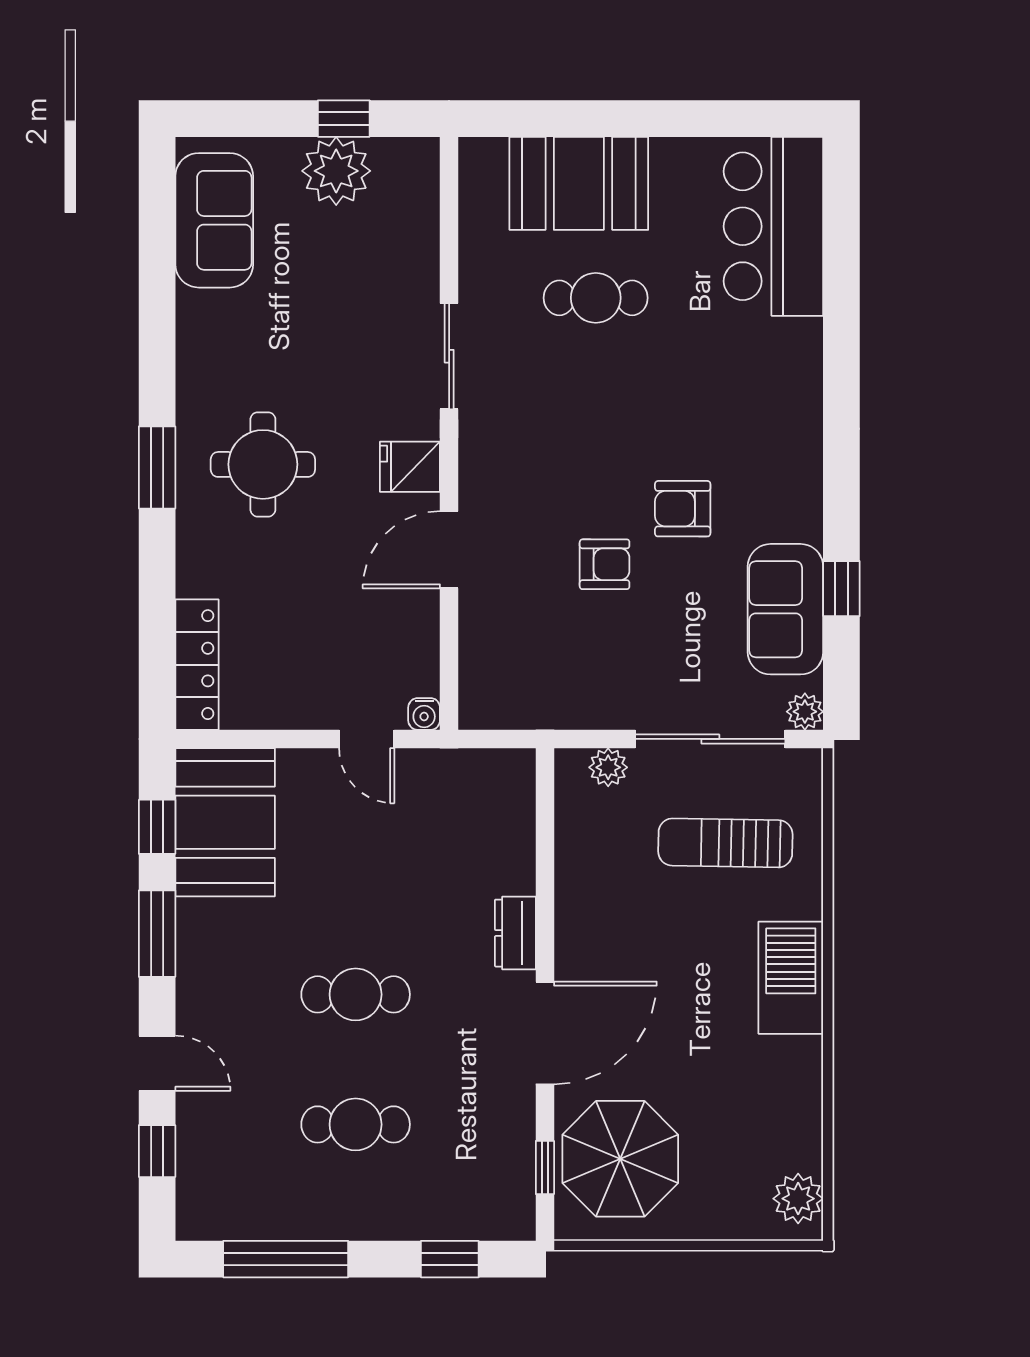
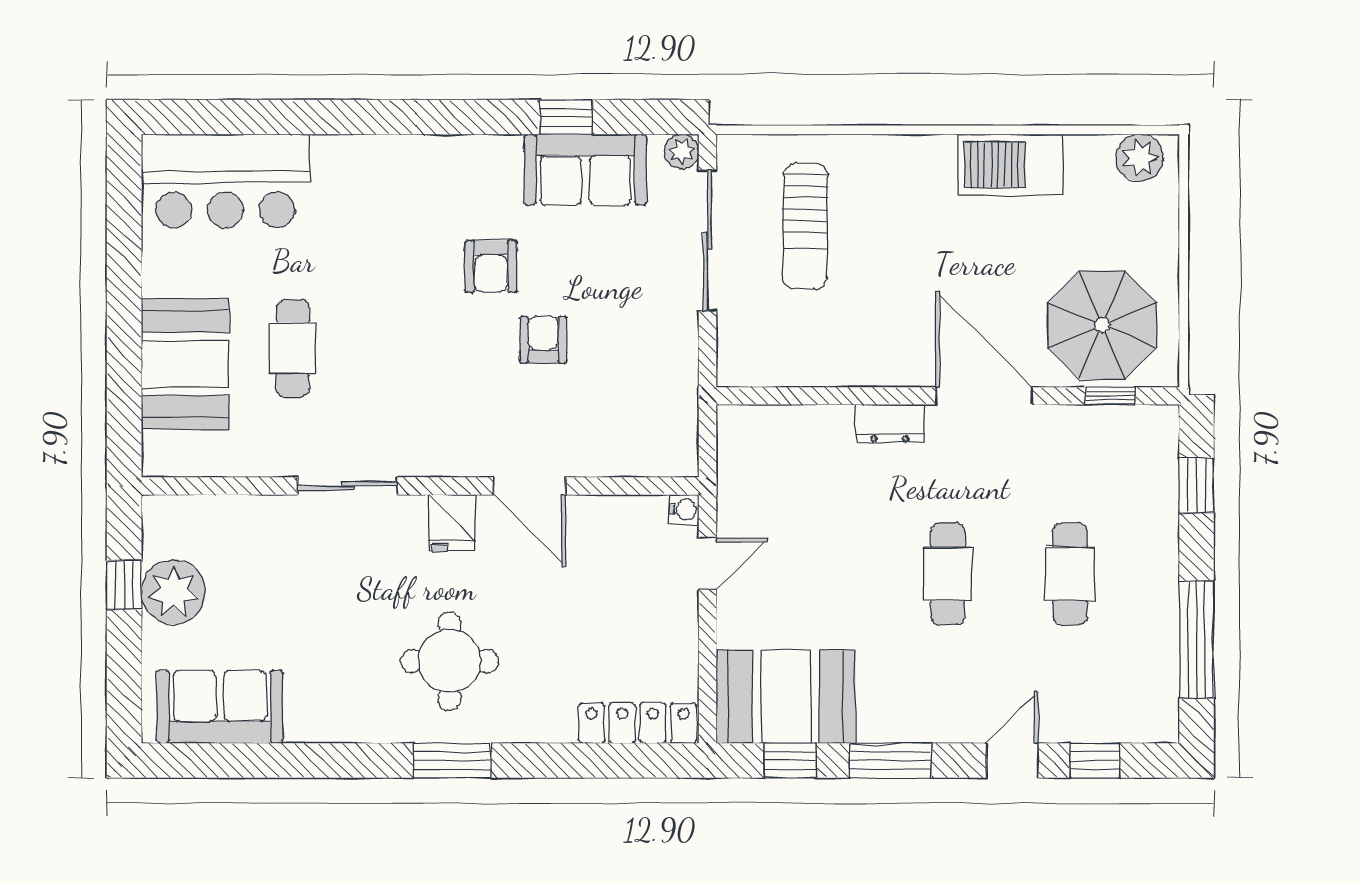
plant: (608, 767) -> (734, 336), removed
barbecue: (791, 978) -> (1011, 165), moved

